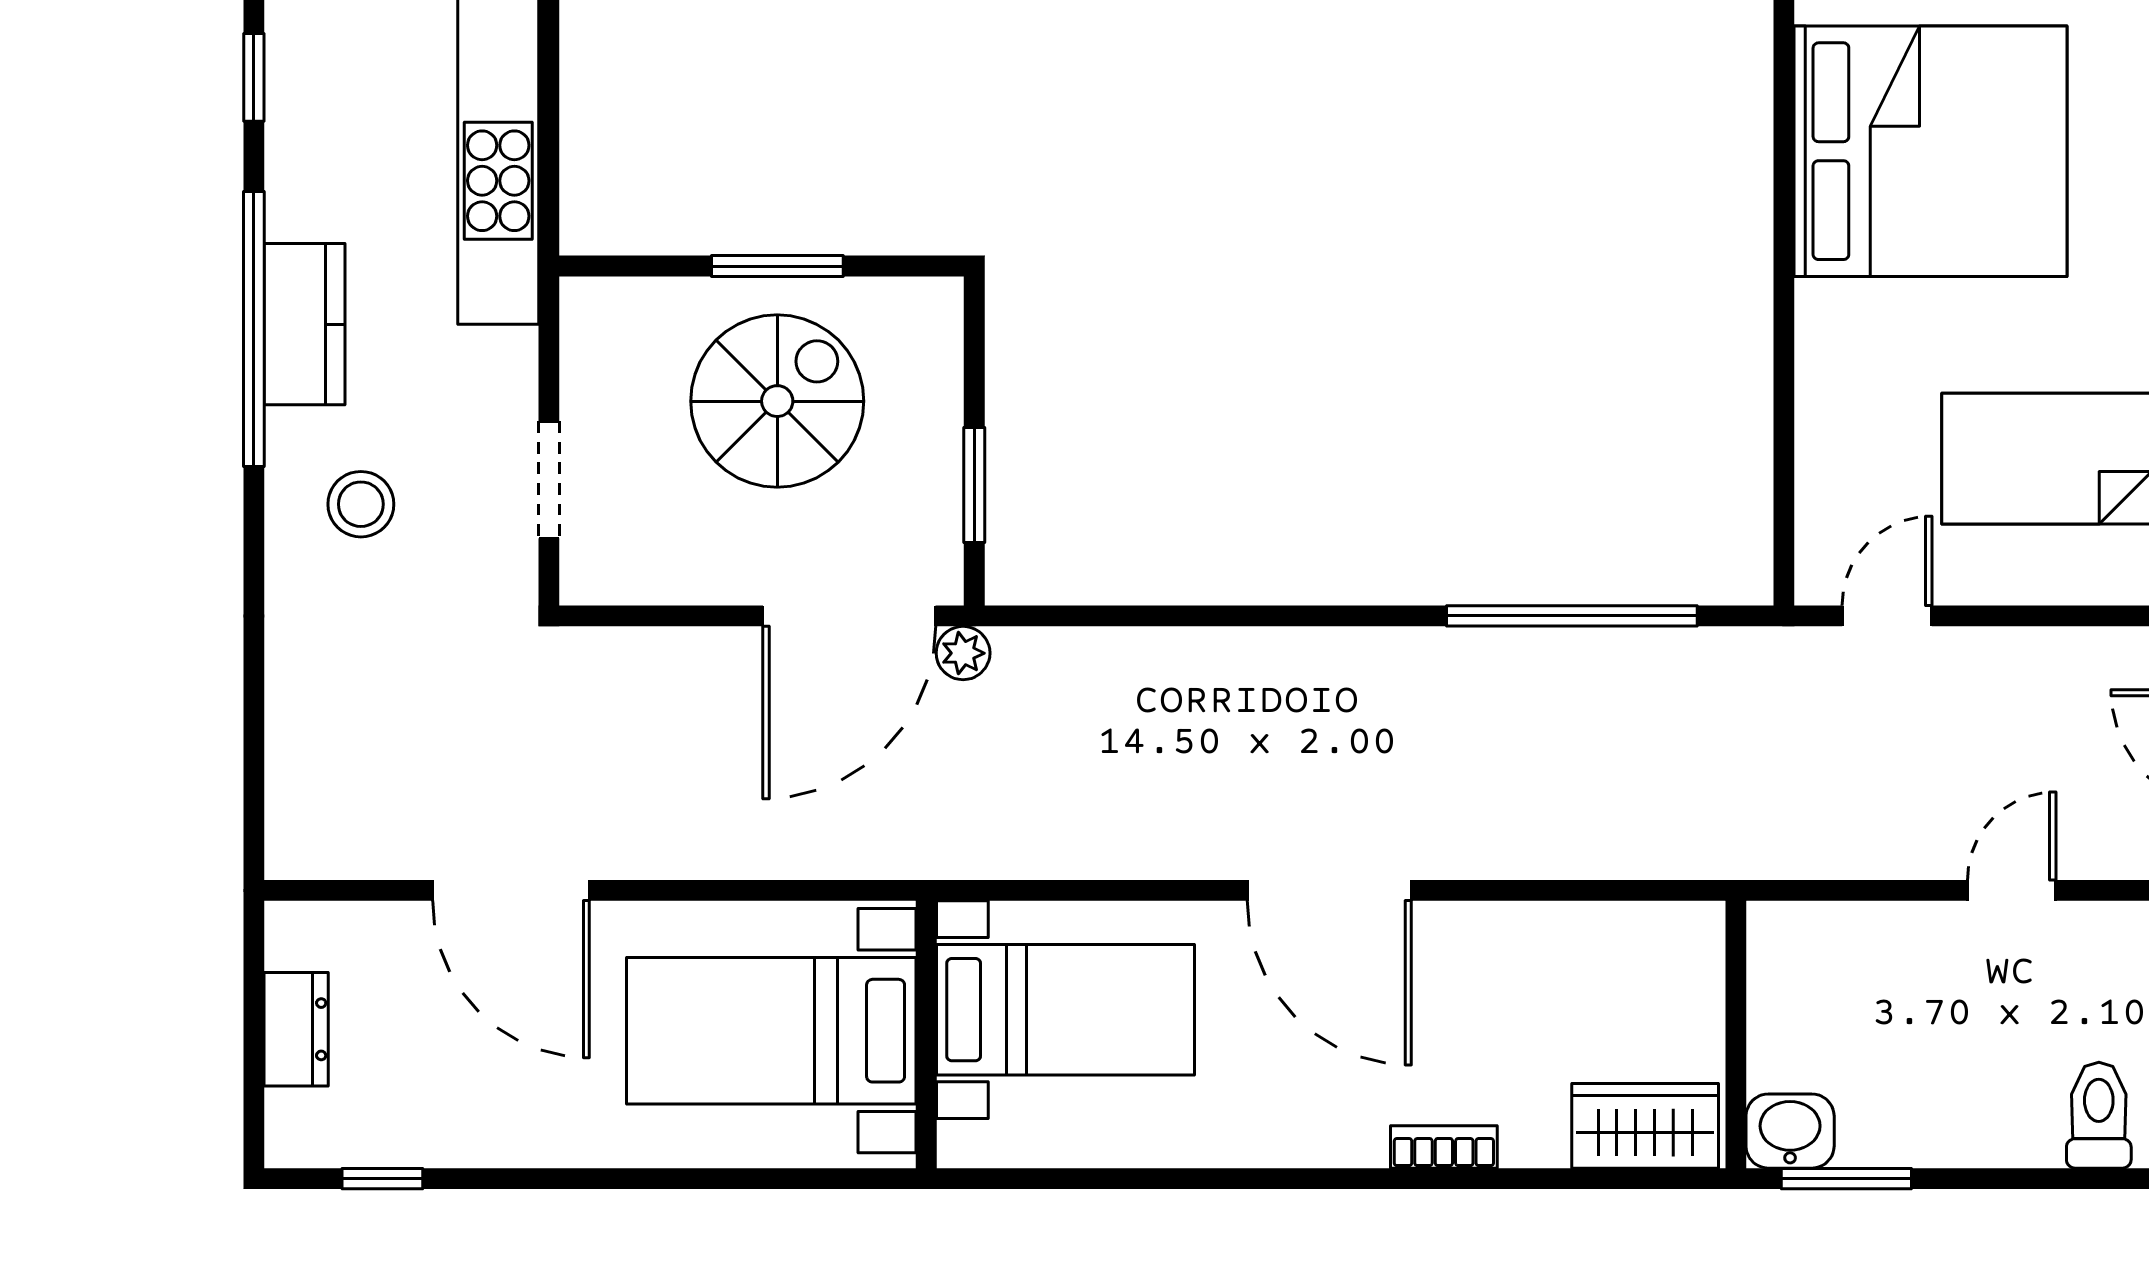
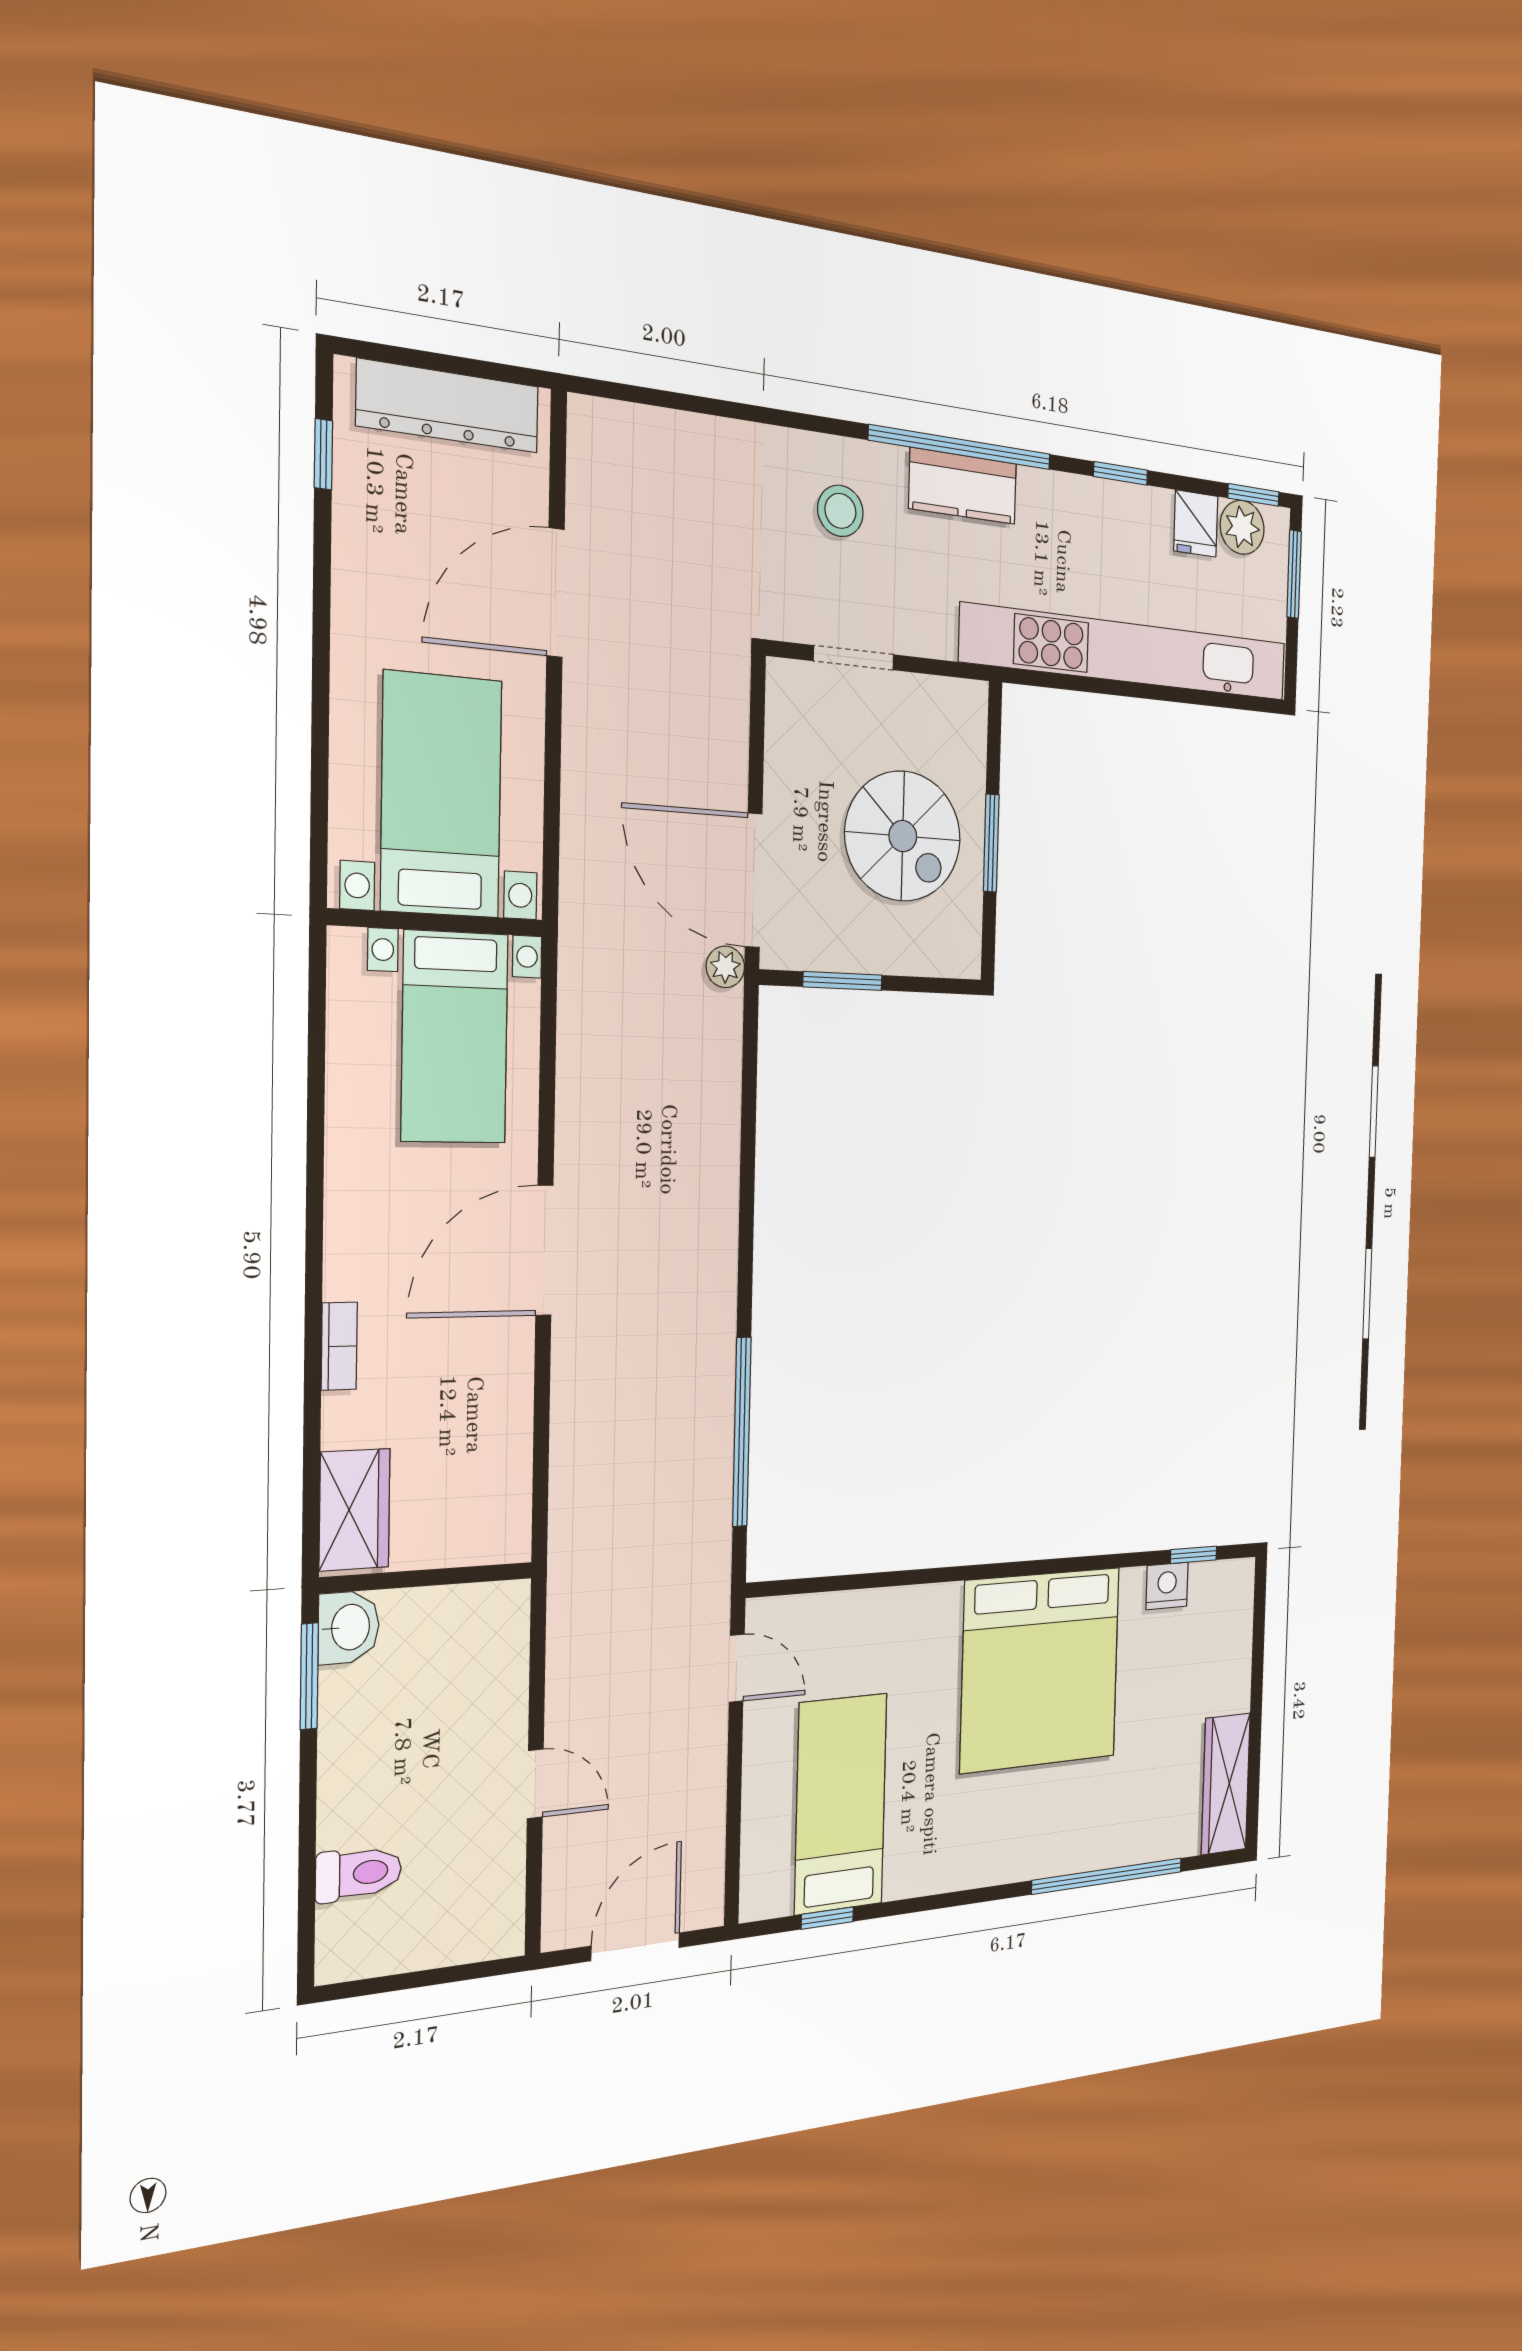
dresser: (296, 1029) -> (448, 406), width x1.96, depth x1.24

